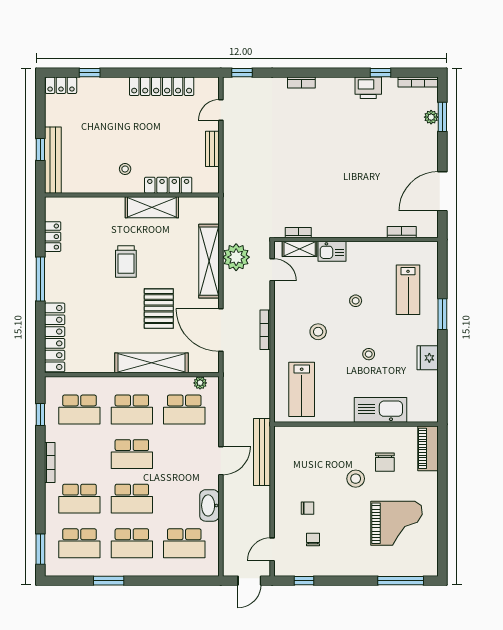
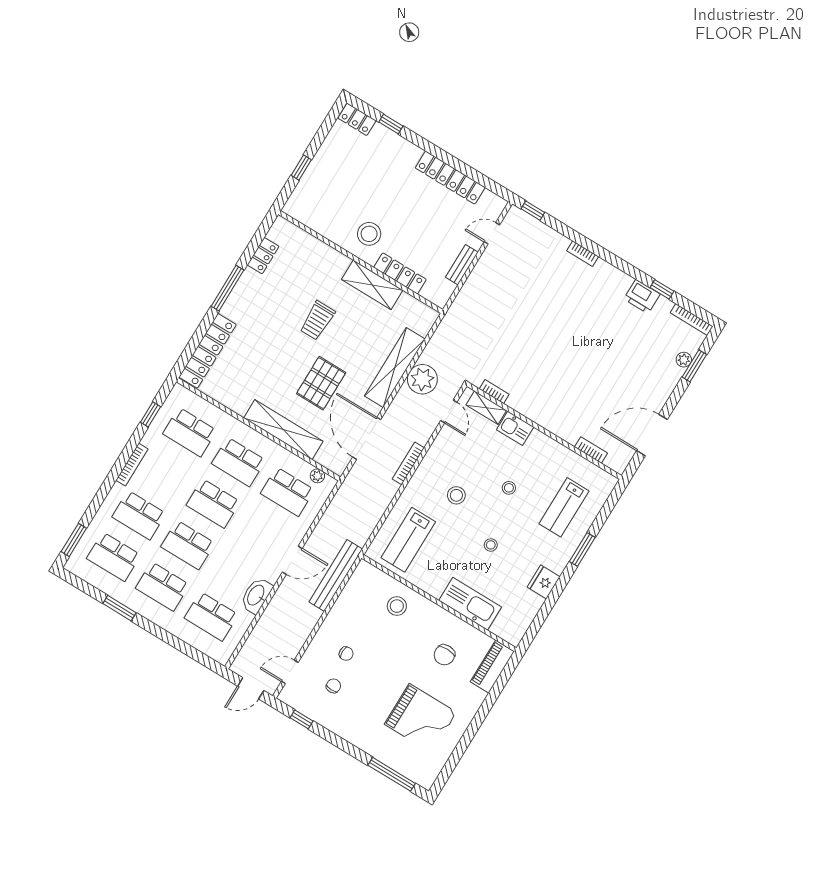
bench: (53, 160) -> (307, 185), removed
stool: (125, 169) -> (369, 234), width x1.89, depth x1.89
stool: (356, 479) -> (397, 606), moved

